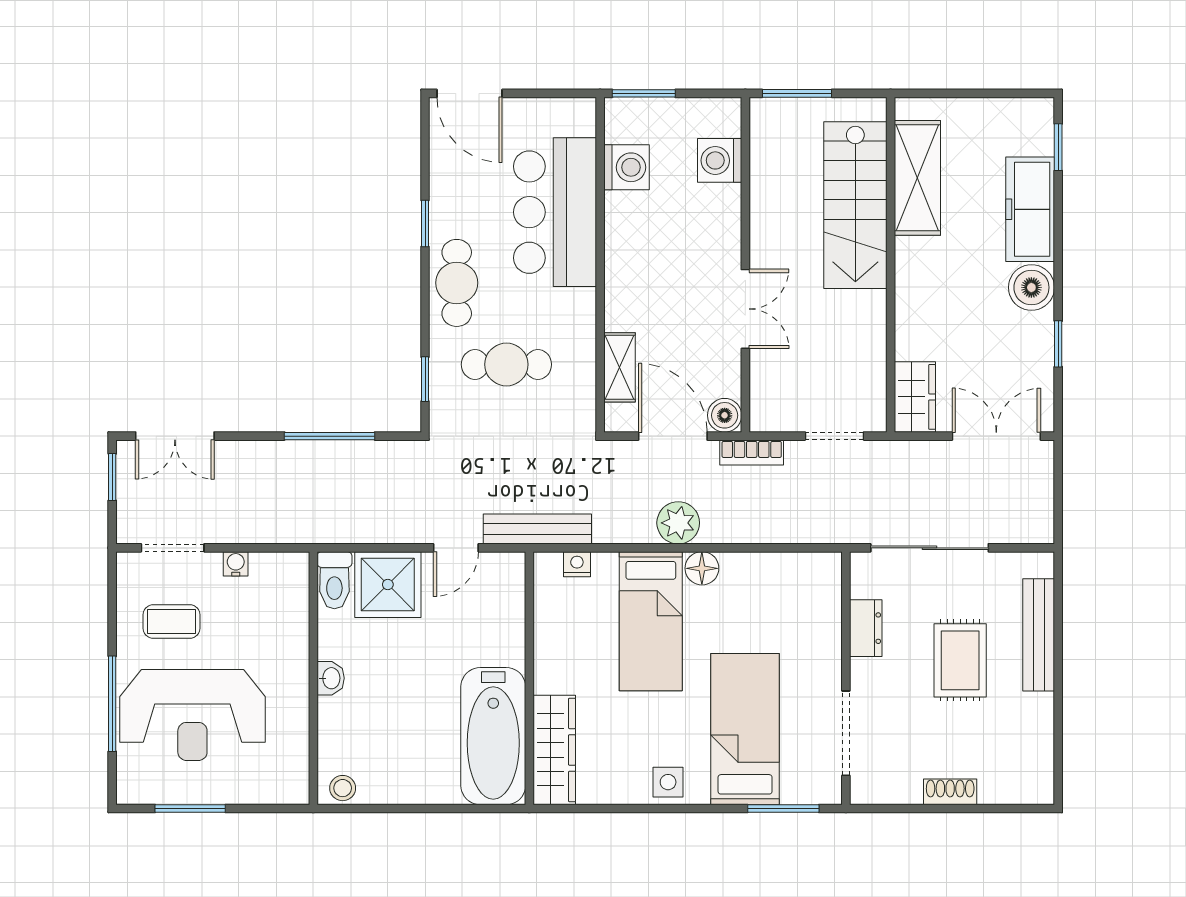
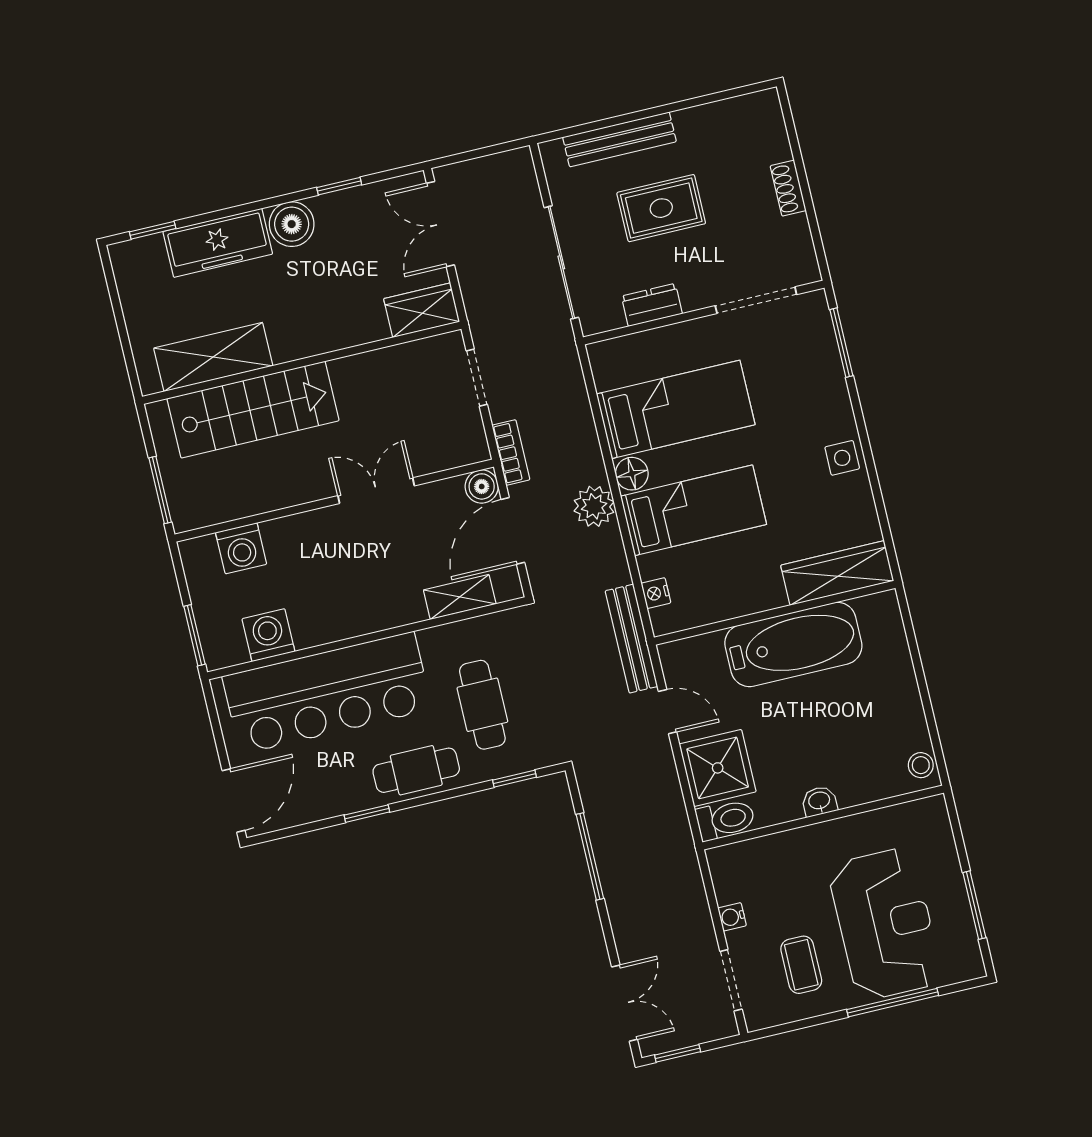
bar counter: (555, 212) -> (327, 693), width x1.36
bed: (745, 729) -> (676, 409), moved, turned 180
bathtub: (493, 736) -> (793, 644), moved

